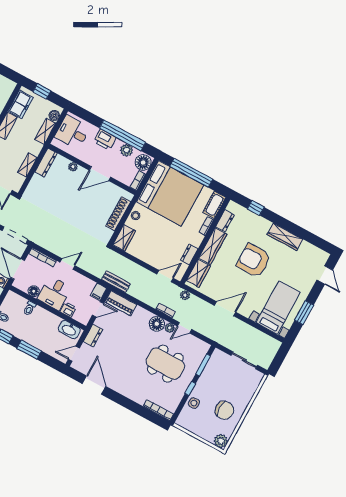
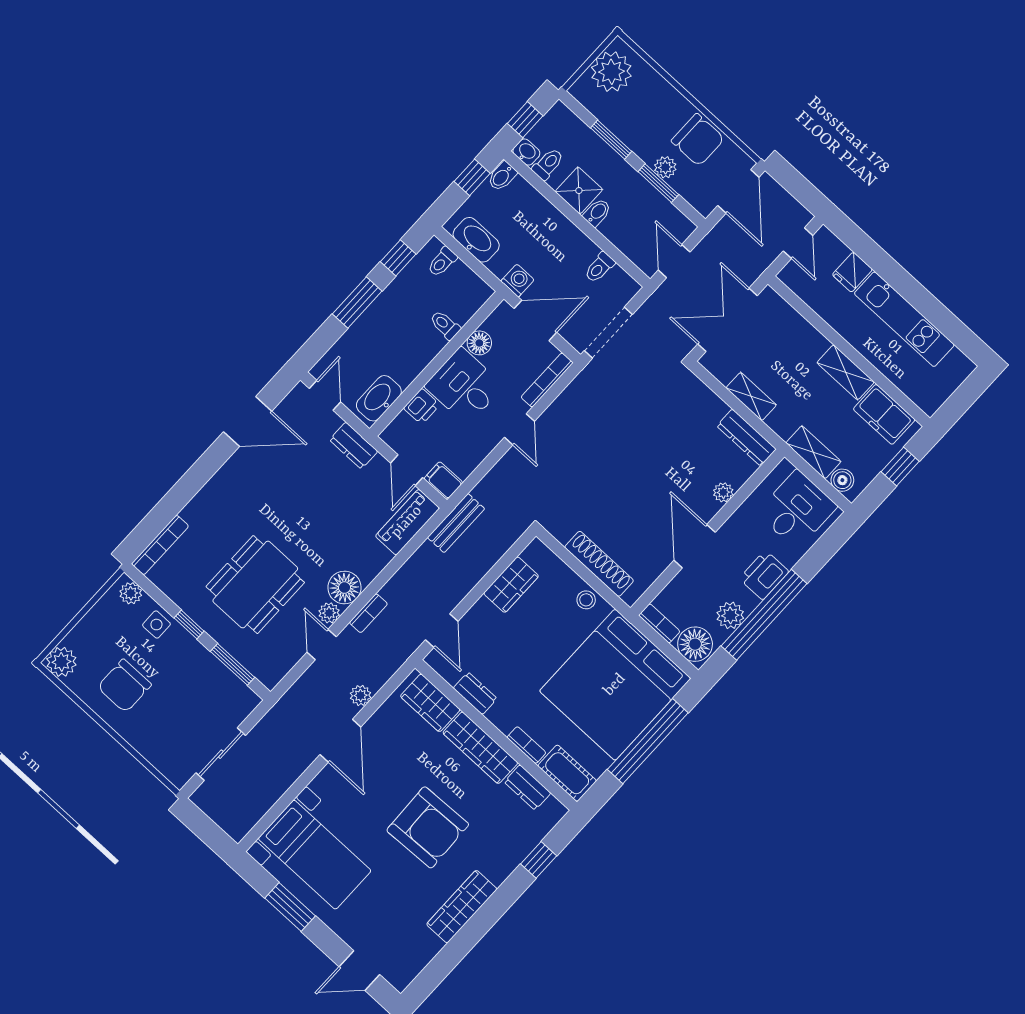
wardrobe: (124, 238) -> (511, 585), moved, turned -90
armchair: (254, 261) -> (428, 827), turned 88
plant: (185, 295) -> (361, 695), moved
plant: (183, 418) -> (131, 593), added

